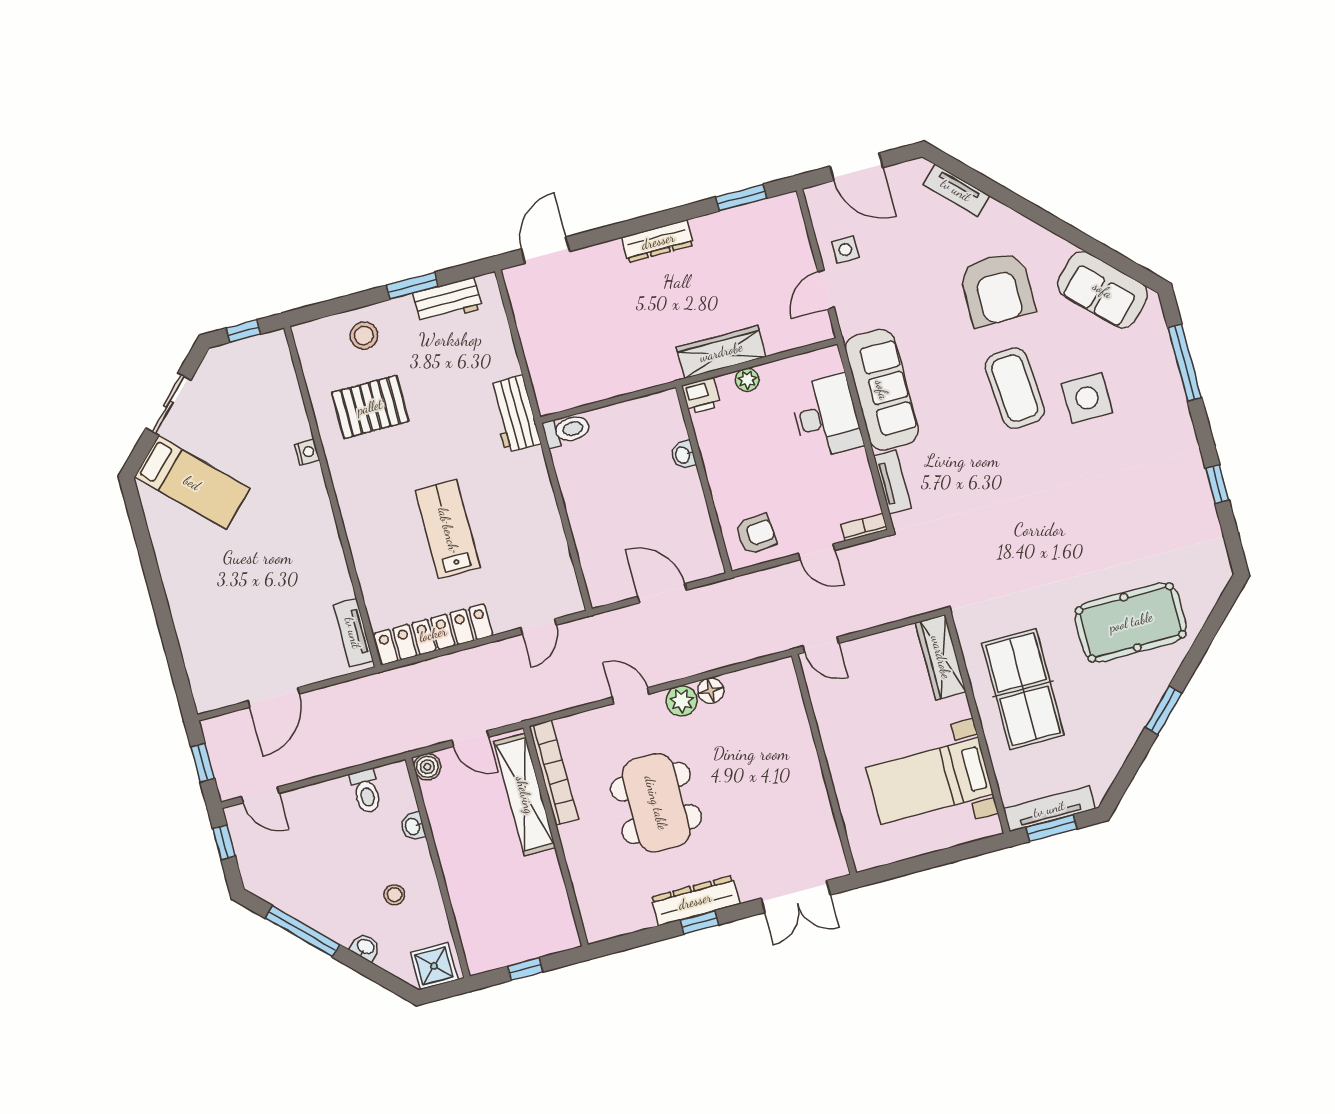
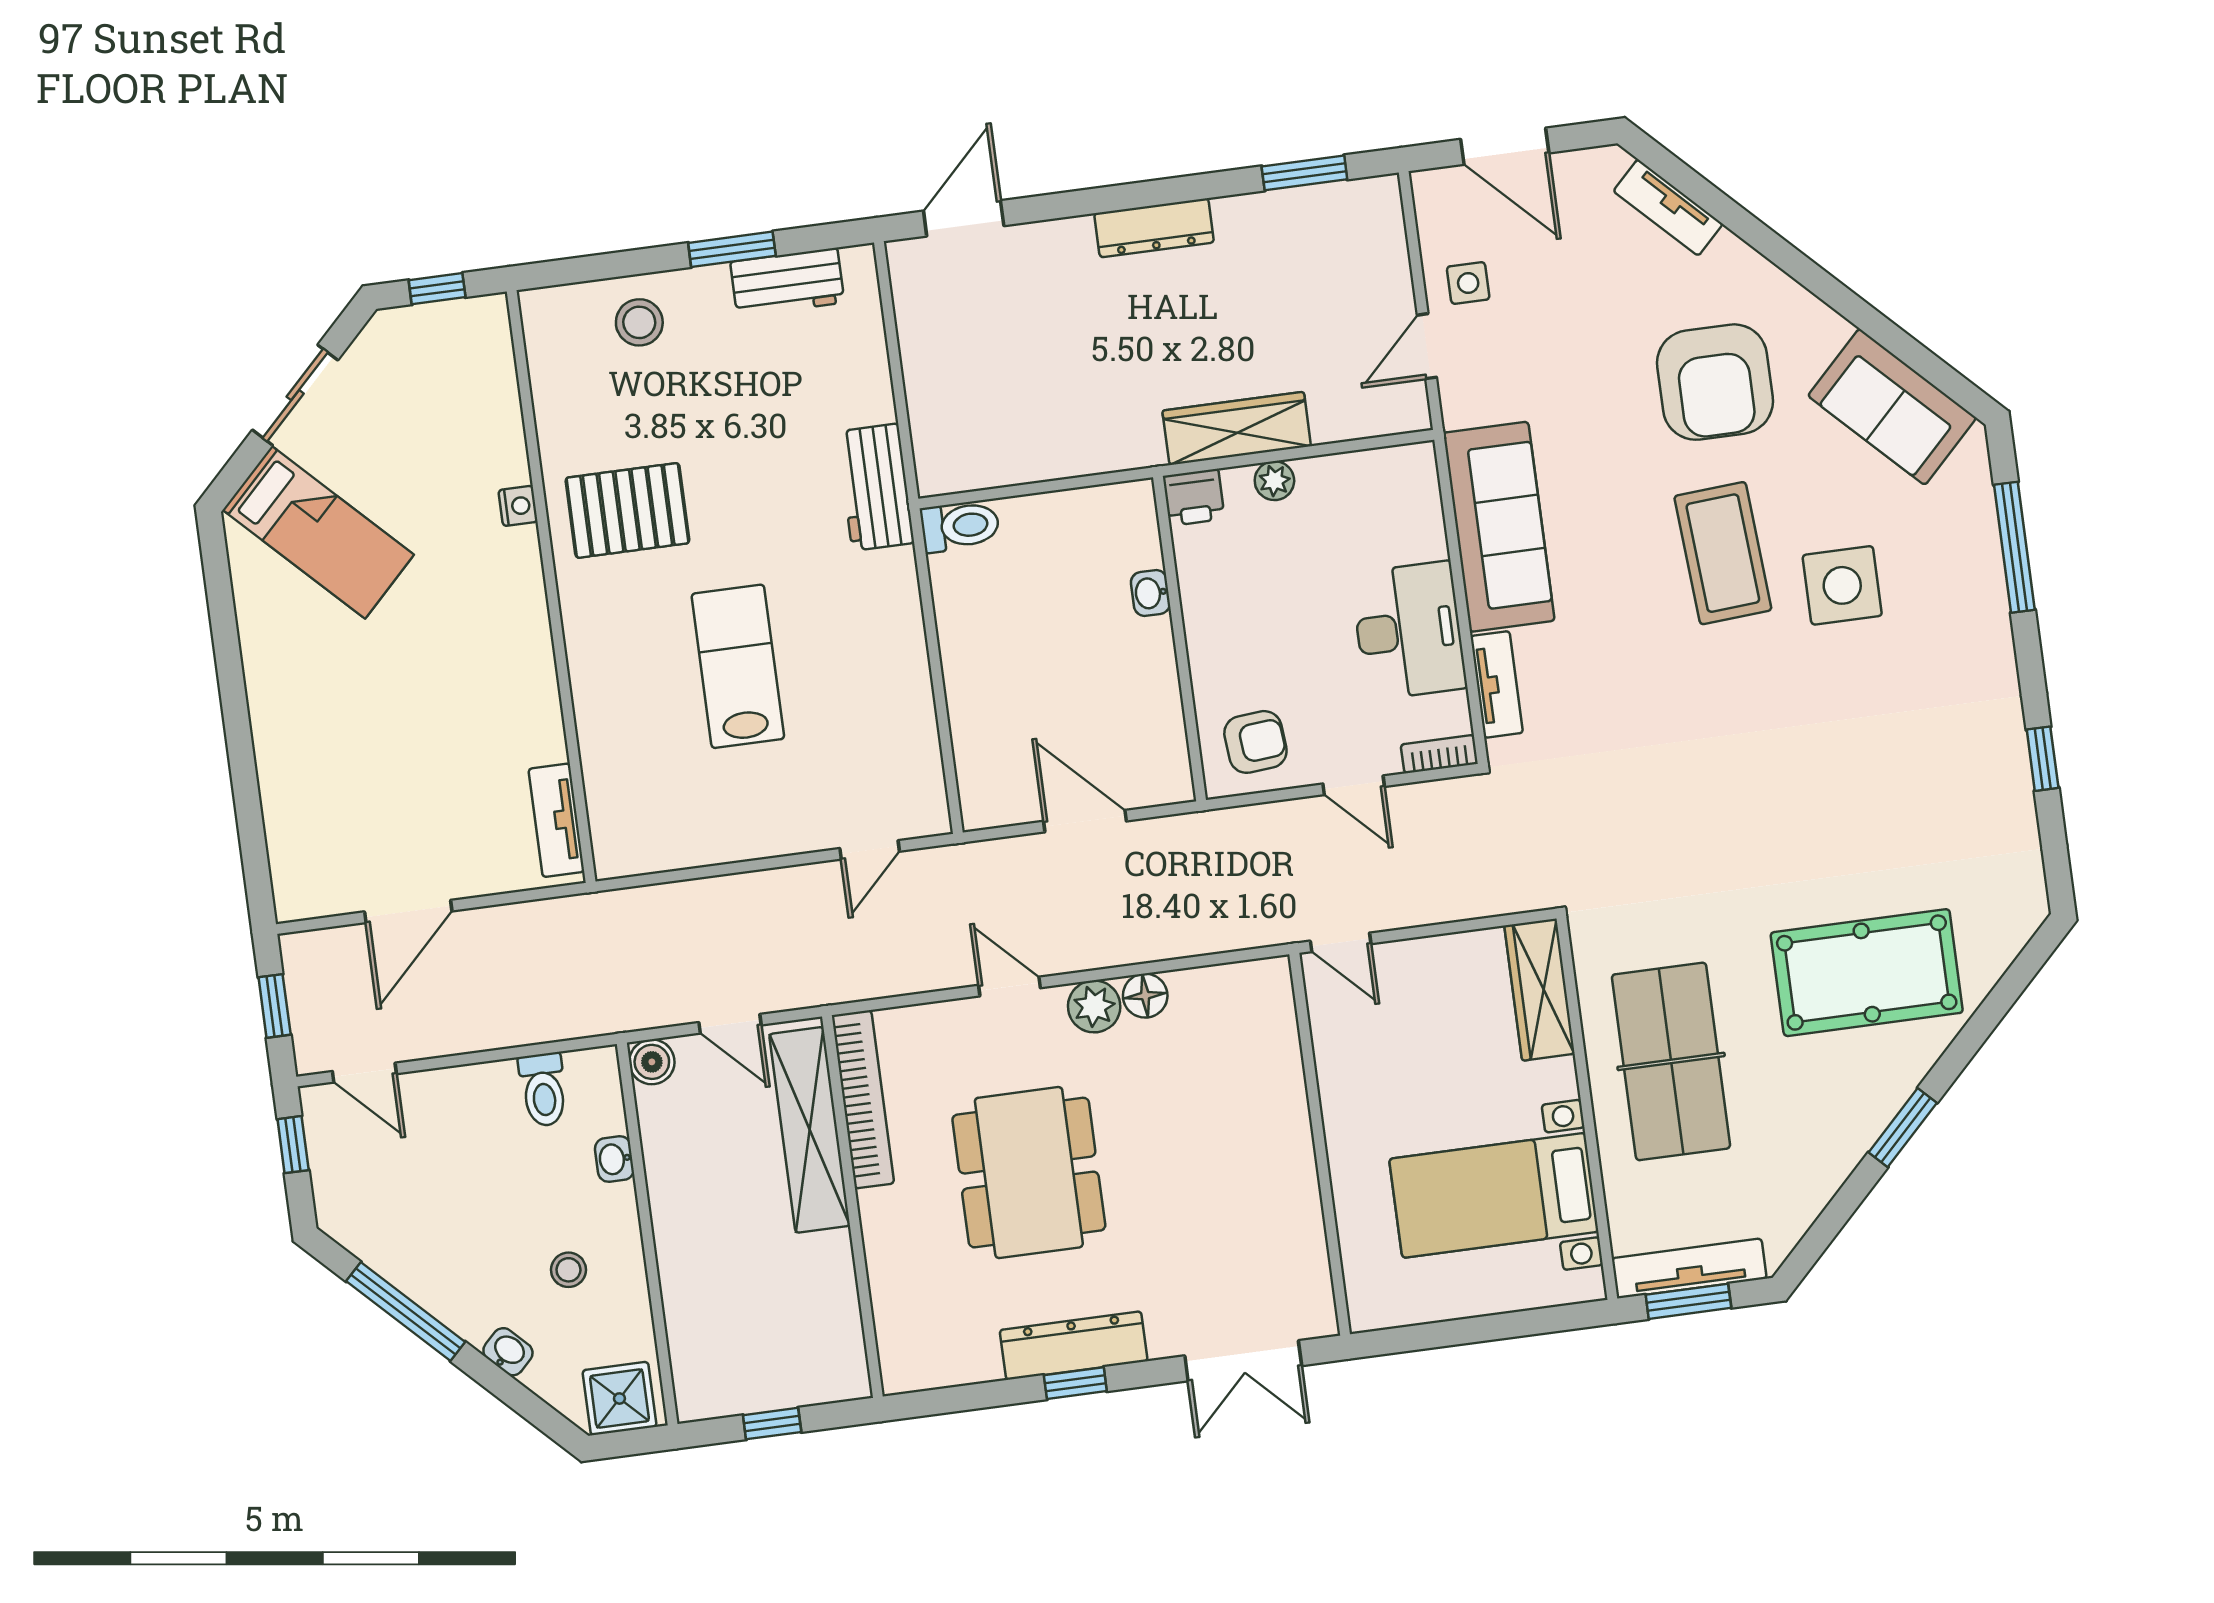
pallet: (370, 407) -> (627, 510), moved
desk: (826, 416) -> (1409, 631), moved
locker: (433, 634) -> (691, 840), removed

